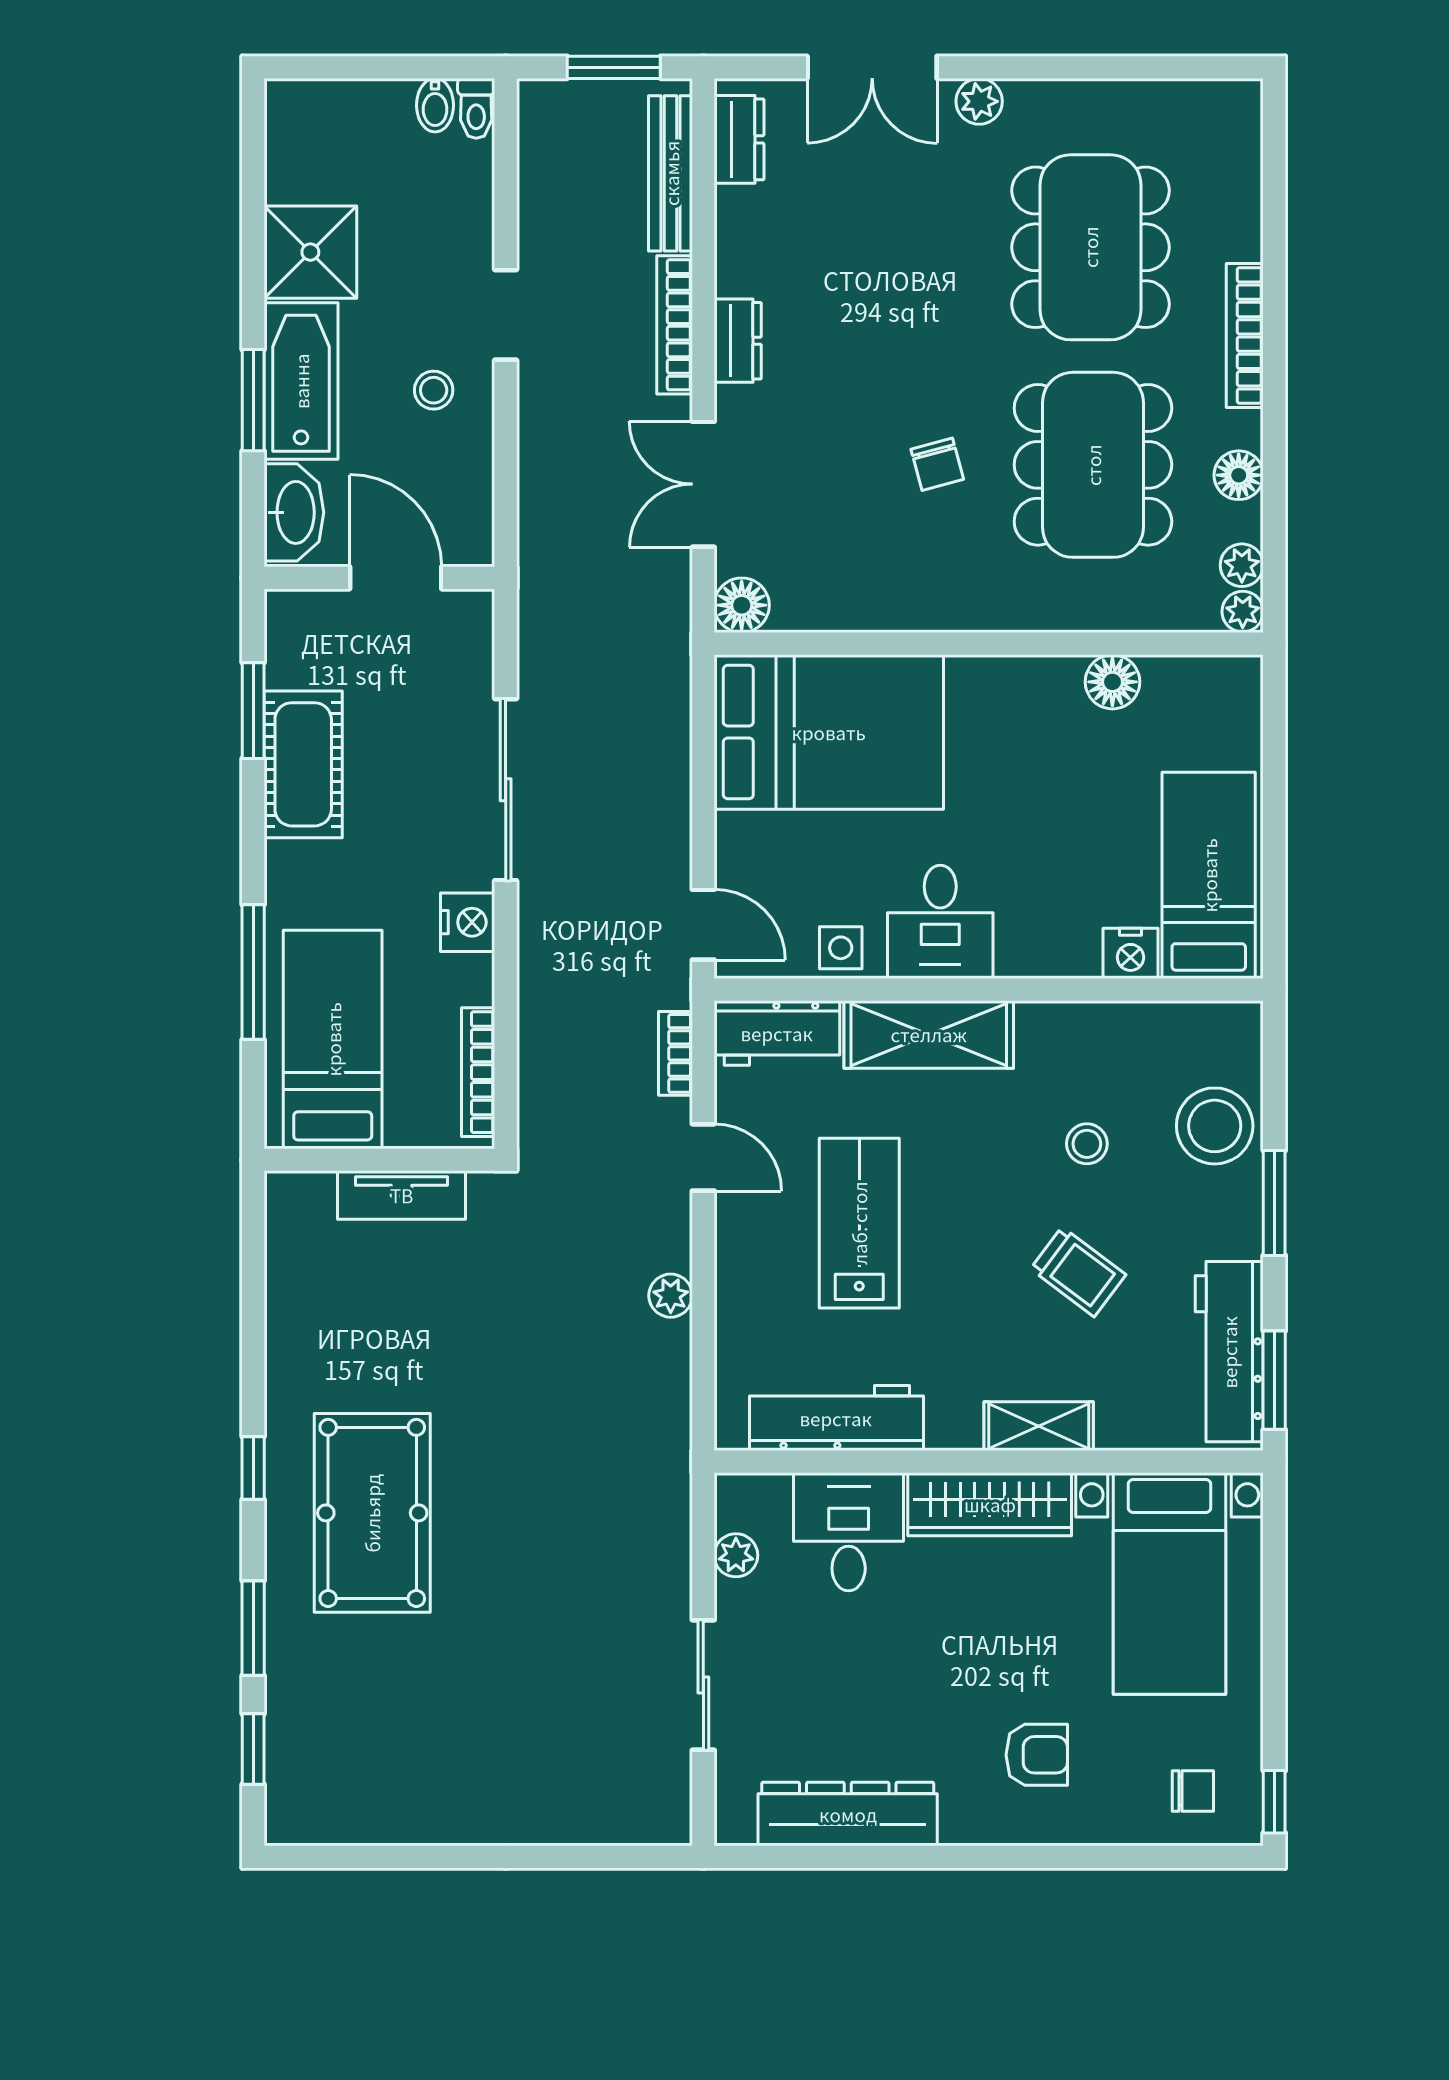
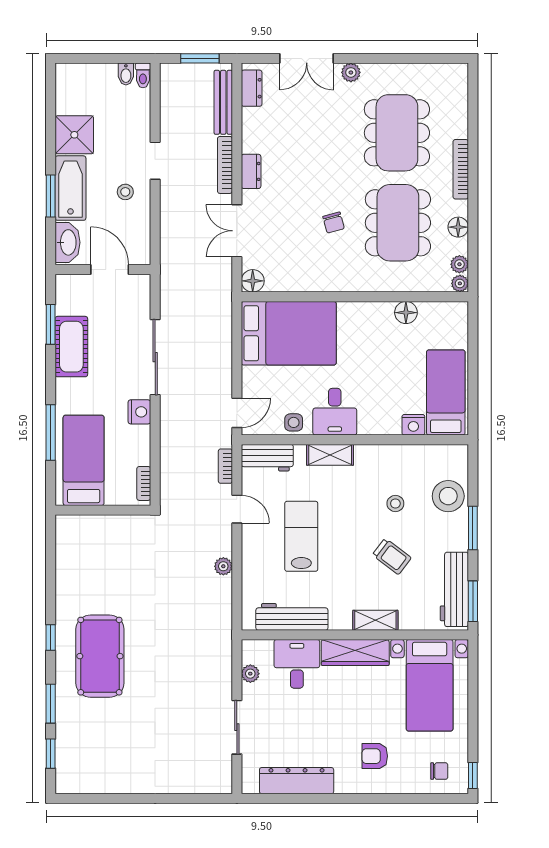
door: (703, 925) -> (237, 413), hinge flipped
shelving: (929, 1034) -> (330, 455), width x0.67, depth x0.75
bookcase: (478, 1072) -> (144, 483), width x0.64
tv unit: (402, 1195) -> (112, 525), removed
armchair: (1037, 1755) -> (375, 756), turned 180

